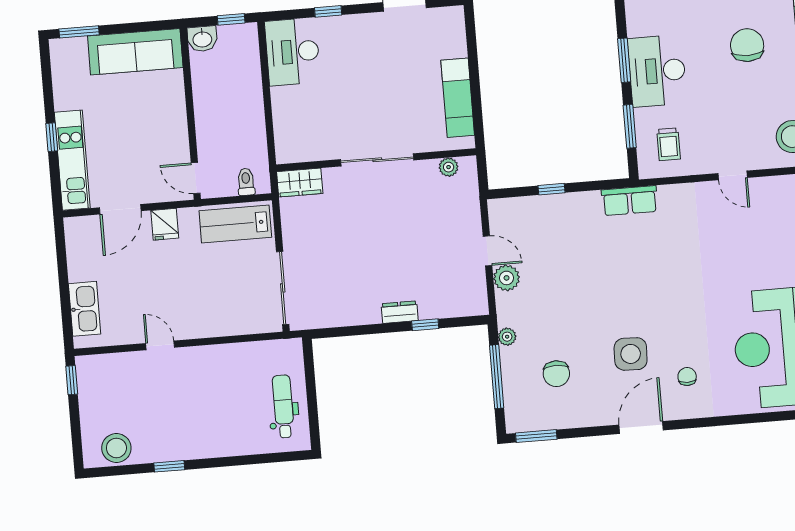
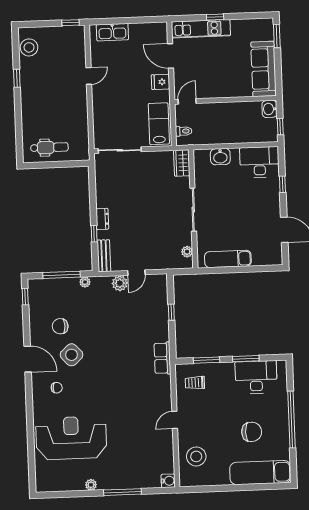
desk: (657, 71) -> (256, 377), moved
washbasin: (286, 118) -> (220, 157), added
bench: (461, 307) -> (104, 256), added
side table: (631, 354) -> (72, 355), turned 45
chair: (556, 374) -> (60, 326), moved
window: (536, 436) -> (25, 297), width x0.67

